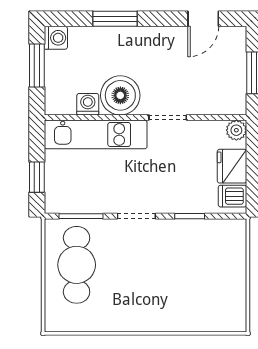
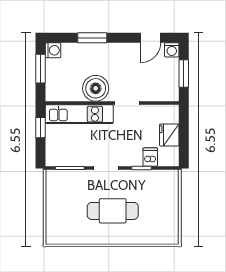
washing machine: (88, 104) -> (172, 50), moved, turned 180
plant: (236, 130) -> (172, 111), removed
window: (37, 177) -> (41, 128), moved
dishwasher: (232, 196) -> (150, 157), moved, turned 90
cafe table: (77, 265) -> (113, 211), moved, turned 90

